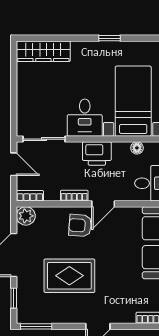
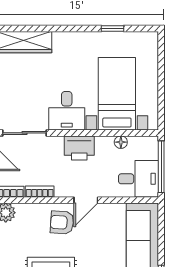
window: (110, 38) -> (112, 28), moved
bookcase: (74, 196) -> (40, 192), moved

